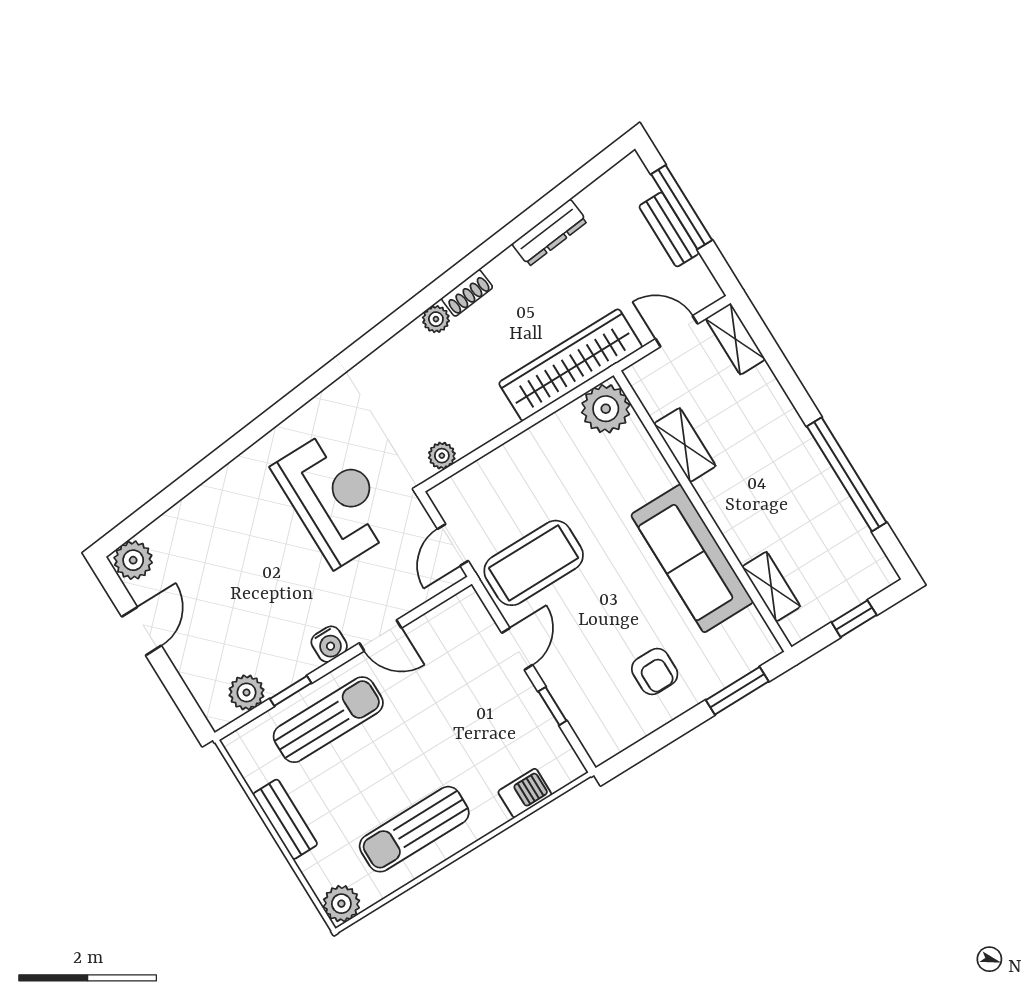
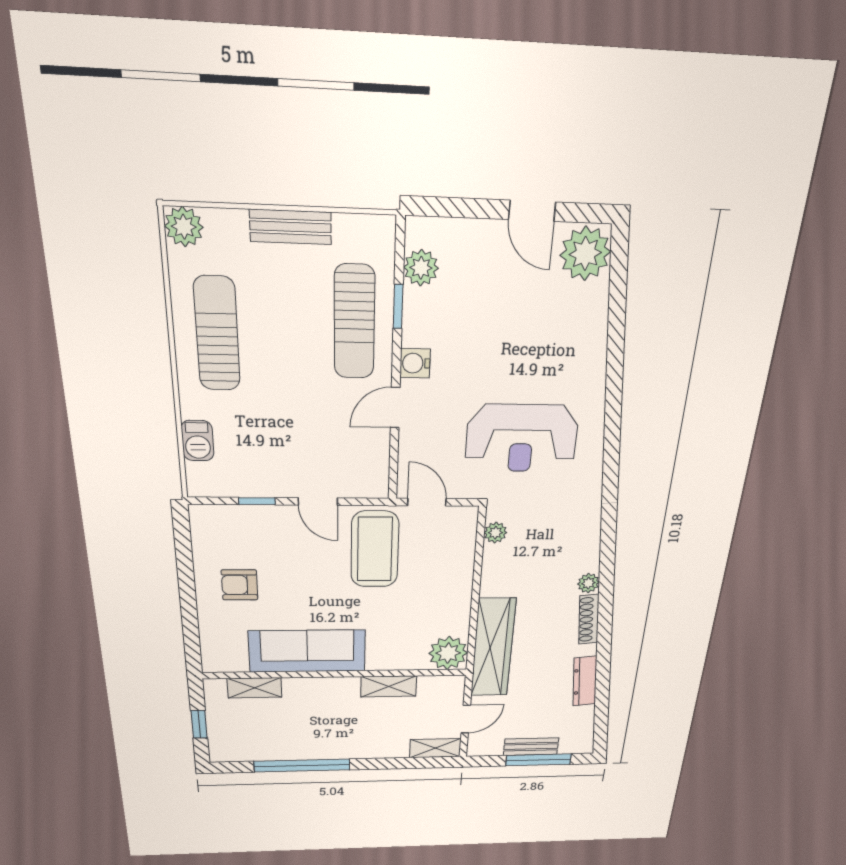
shoe rack: (467, 293) -> (589, 619), width x1.43
plant: (133, 560) -> (585, 254), width x1.36, depth x1.36
window: (737, 691) -> (191, 630), removed

